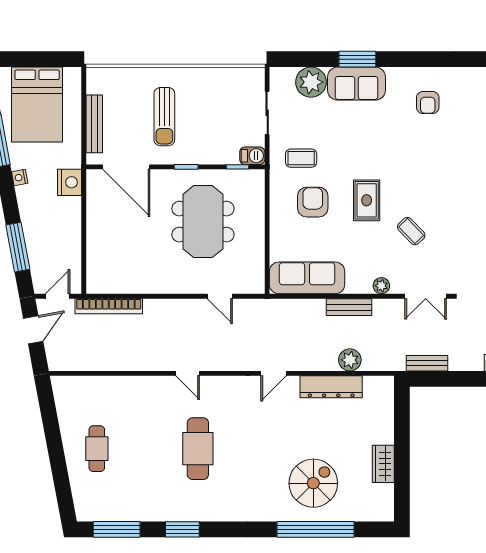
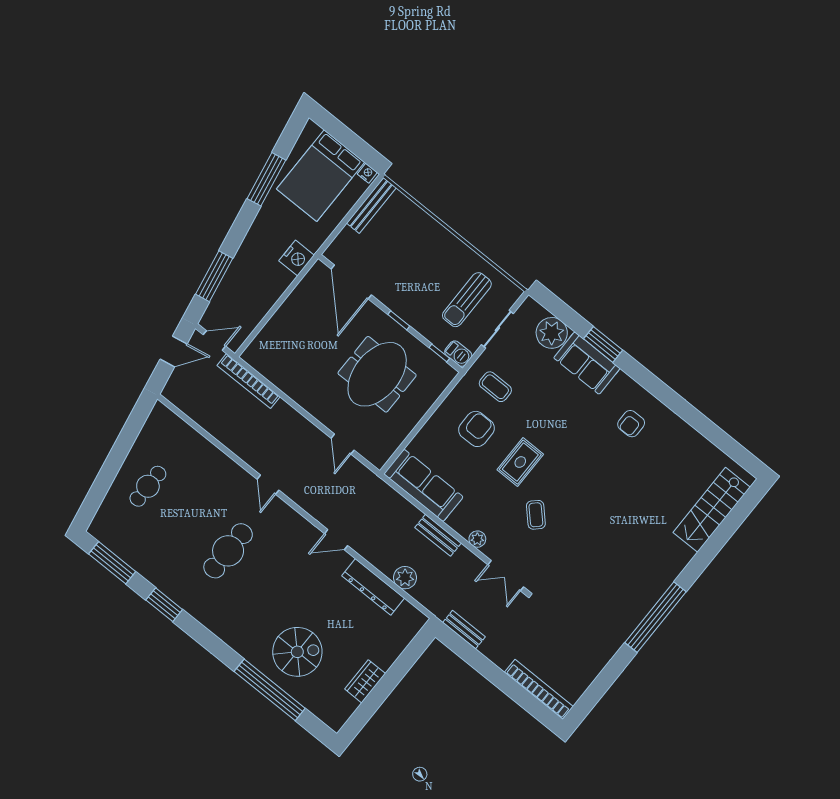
sun lounger: (164, 117) -> (467, 300), moved
bench: (94, 124) -> (371, 205), moved
nightstand: (20, 177) -> (367, 173), moved, turned 101

